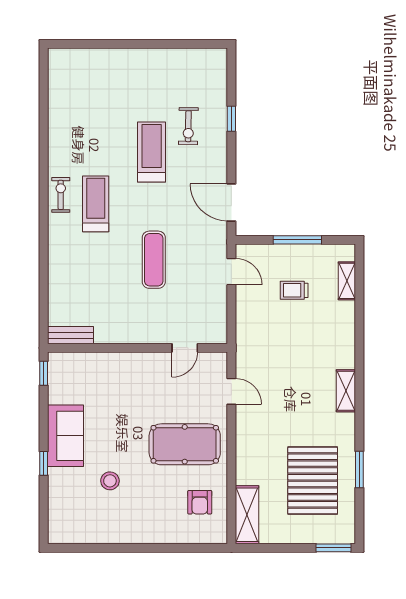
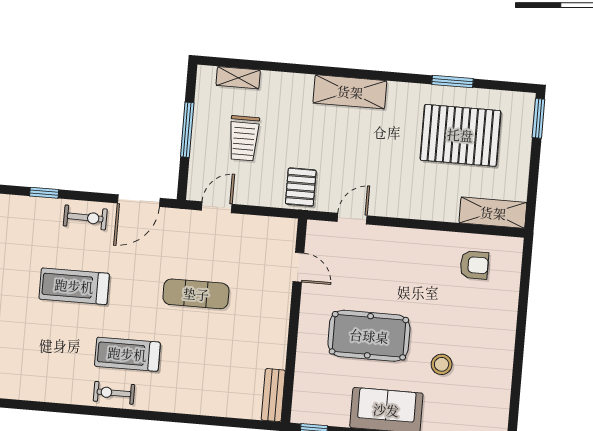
exercise bike: (188, 126) -> (85, 217), moved
trolley: (294, 290) -> (244, 138), width x1.36, depth x1.39
pallet: (255, 344) -> (301, 187), added
shelving: (346, 391) -> (350, 92), width x1.50, depth x1.33
pool table: (185, 444) -> (369, 336), moved, turned 90

